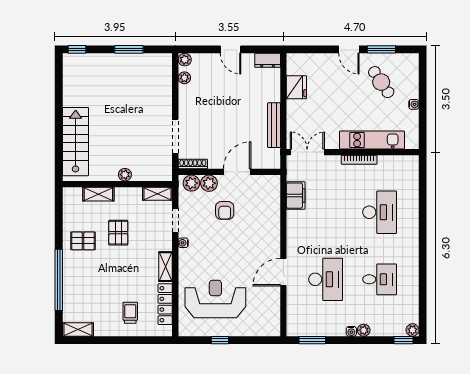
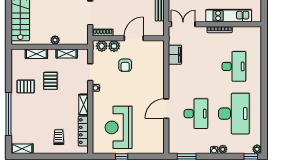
shelving: (157, 194) -> (67, 54), moved
desk: (380, 279) -> (234, 114), width x1.87, depth x1.30
reception desk: (215, 299) -> (119, 127), turned -90

